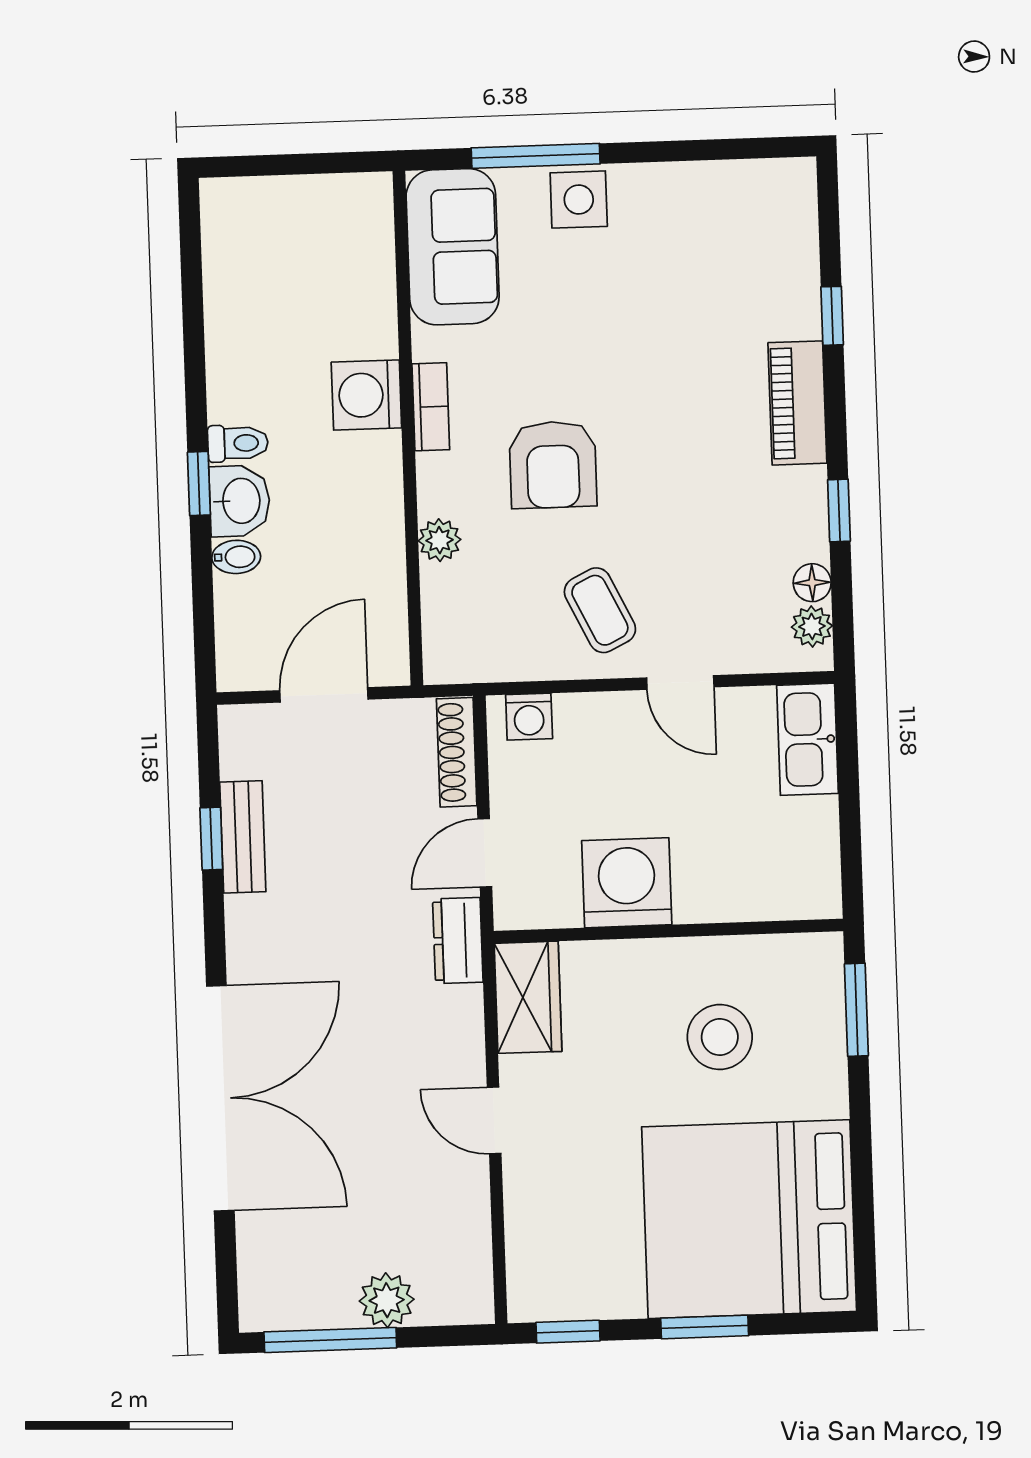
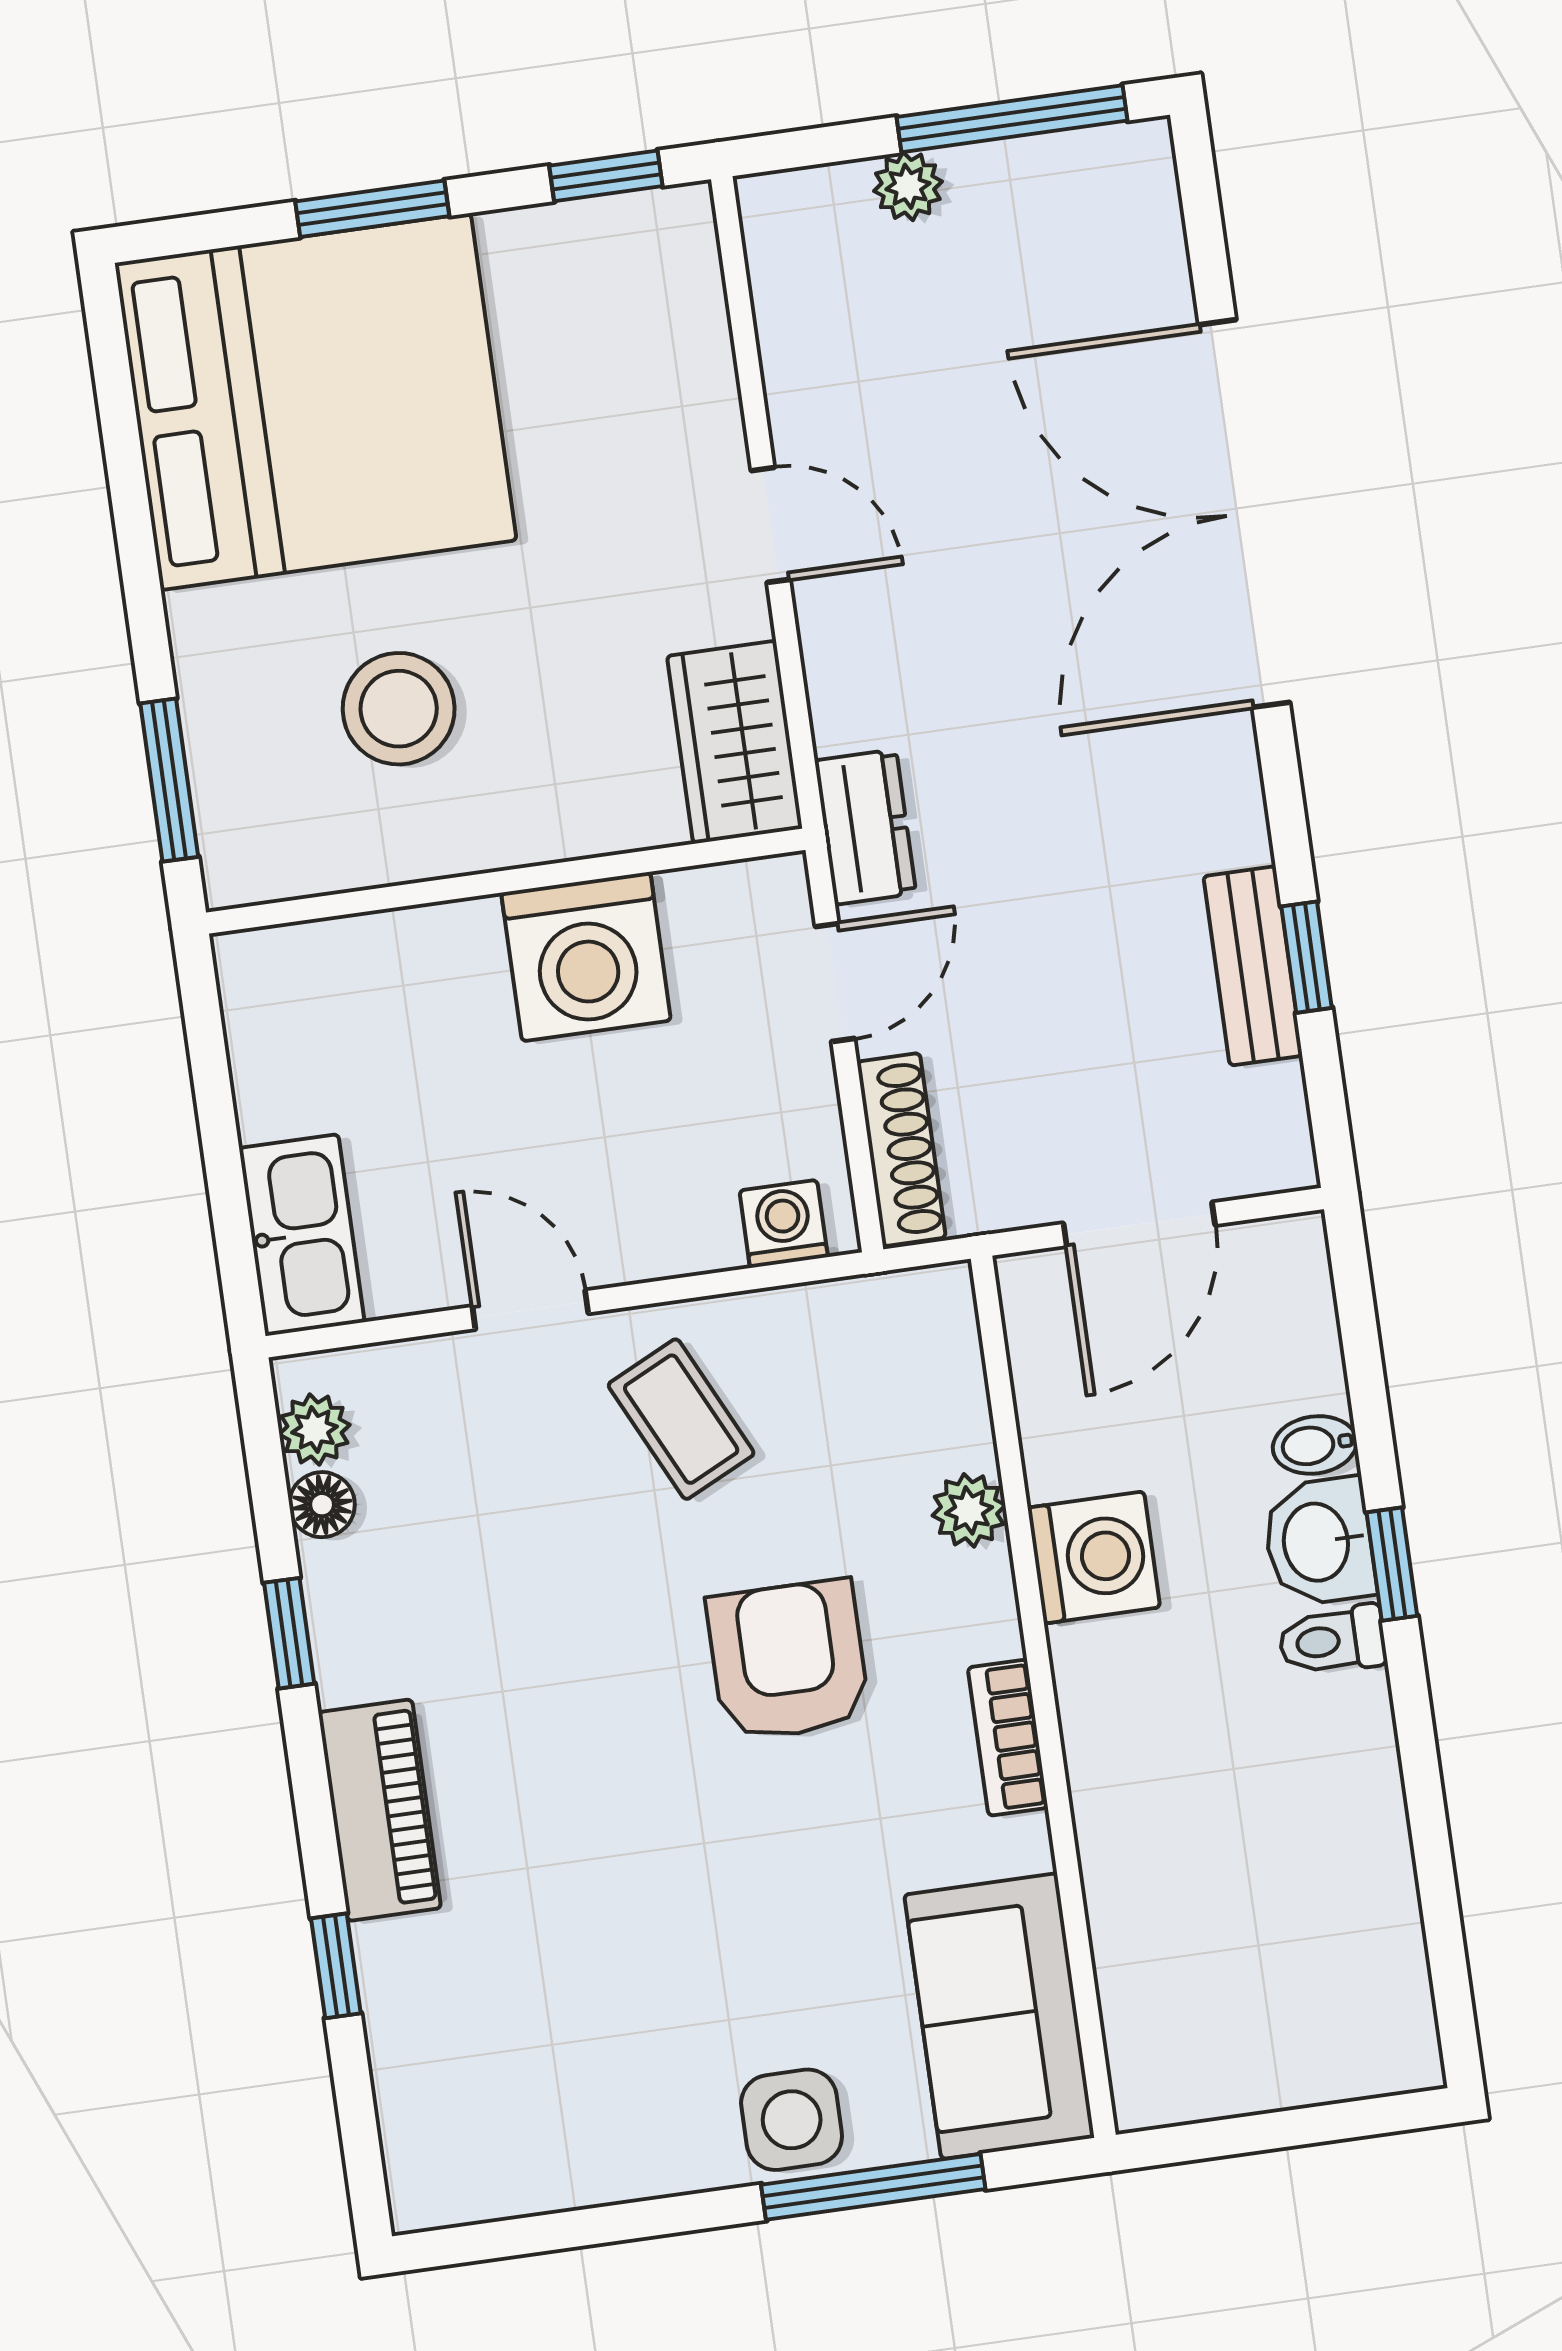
washing machine: (366, 395) -> (1094, 1557), moved
plant: (387, 1300) -> (908, 186), width x0.73, depth x0.73

